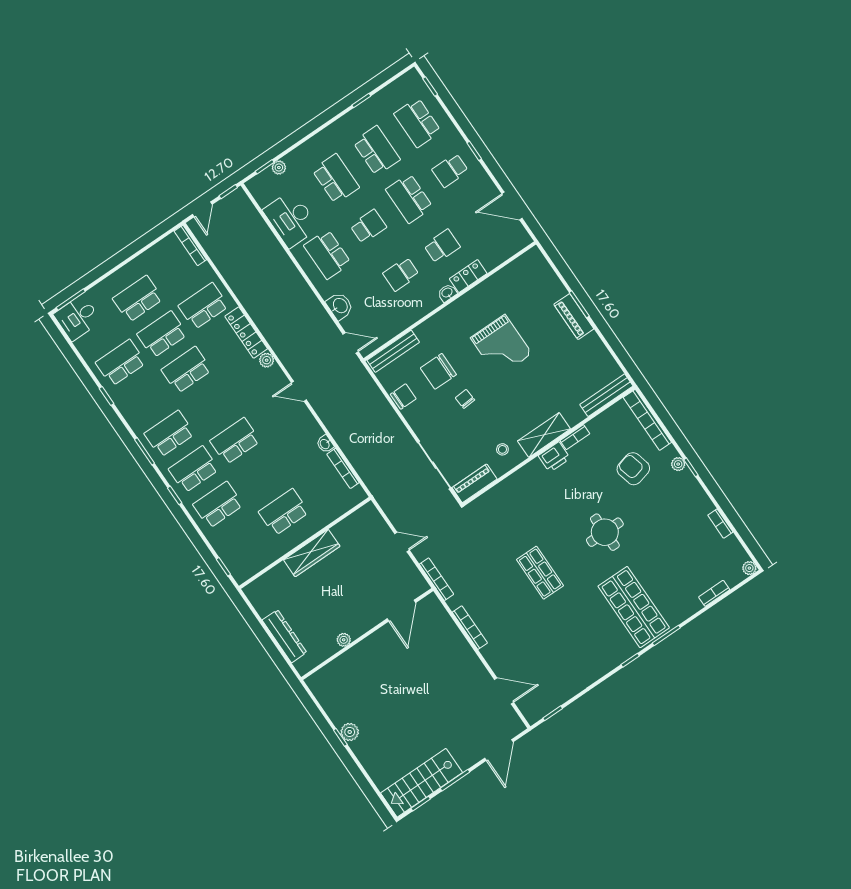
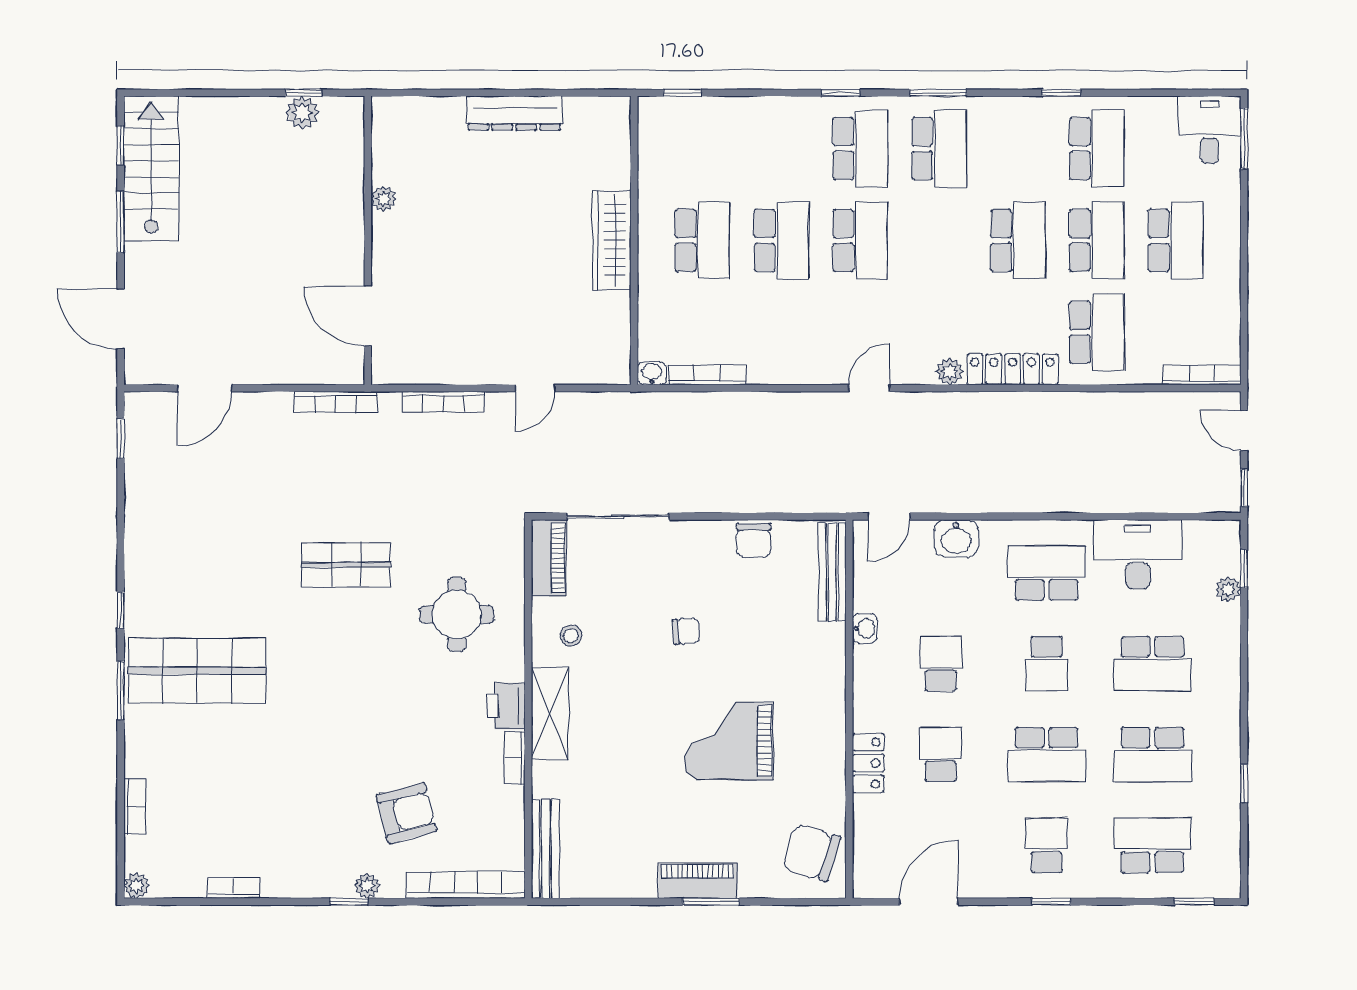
school desk: (409, 198) -> (1047, 754), turned 180
school desk: (442, 246) -> (941, 754), turned 180
washbasin: (447, 293) -> (865, 628), moved
chair: (438, 371) -> (812, 853), moved, turned -73
washbasin: (325, 444) -> (652, 373), moved
school desk: (218, 505) -> (781, 240), moved
round table: (605, 532) -> (457, 615), moved
door: (401, 611) -> (368, 316), moved
wall: (367, 634) -> (368, 240), moved
plant: (344, 640) -> (383, 199), moved

